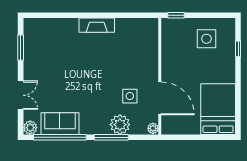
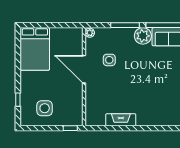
fireplace: (97, 25) -> (121, 120), moved
door: (160, 98) -> (84, 69), moved
plant: (120, 125) -> (143, 36), moved

